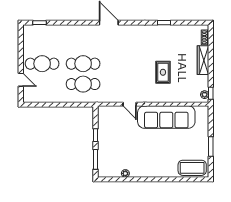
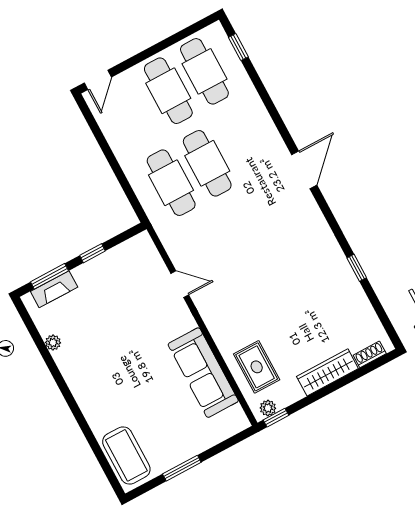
cafe table: (42, 43) -> (204, 71), added
rug: (163, 72) -> (257, 367), moved, turned 90
door: (21, 80) -> (98, 80), moved
door: (130, 104) -> (180, 284), swing flipped
sofa: (166, 117) -> (203, 373), width x0.74, depth x0.79
fireplace: (102, 160) -> (54, 289), added

